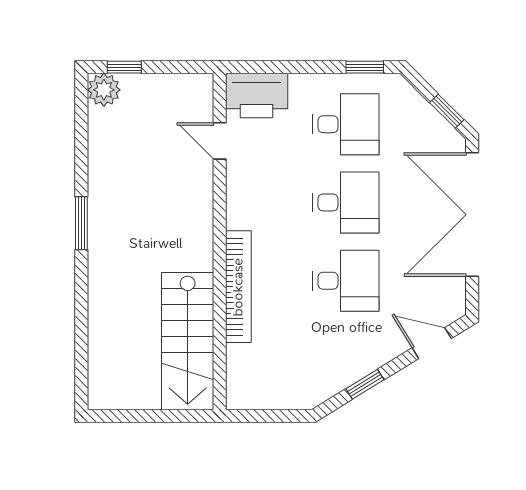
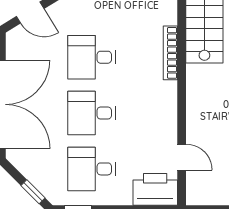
window: (447, 111) -> (33, 192), moved
bookcase: (238, 287) -> (170, 53), width x0.68, depth x0.76

